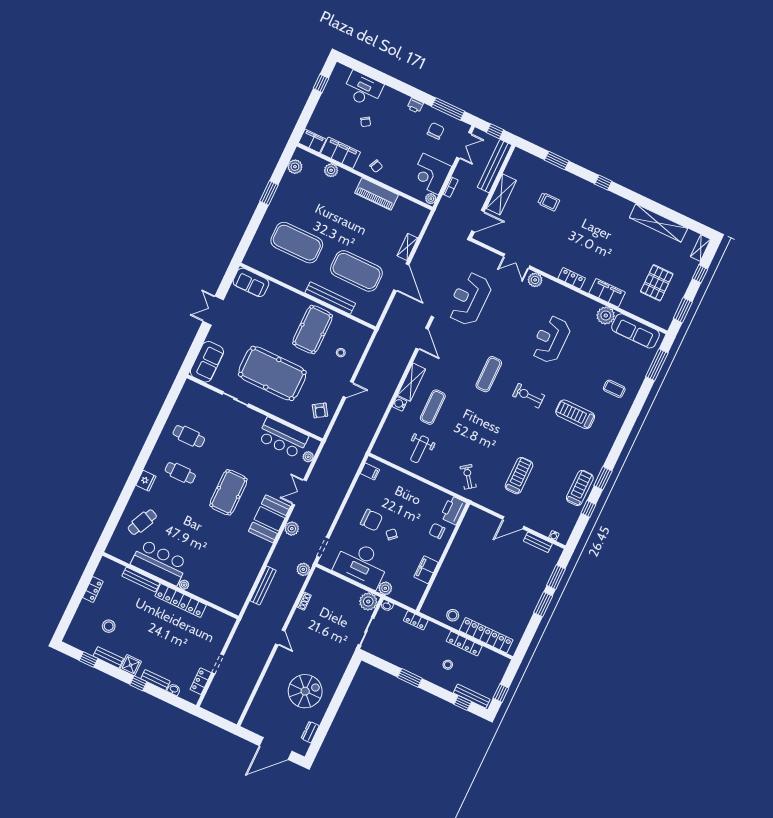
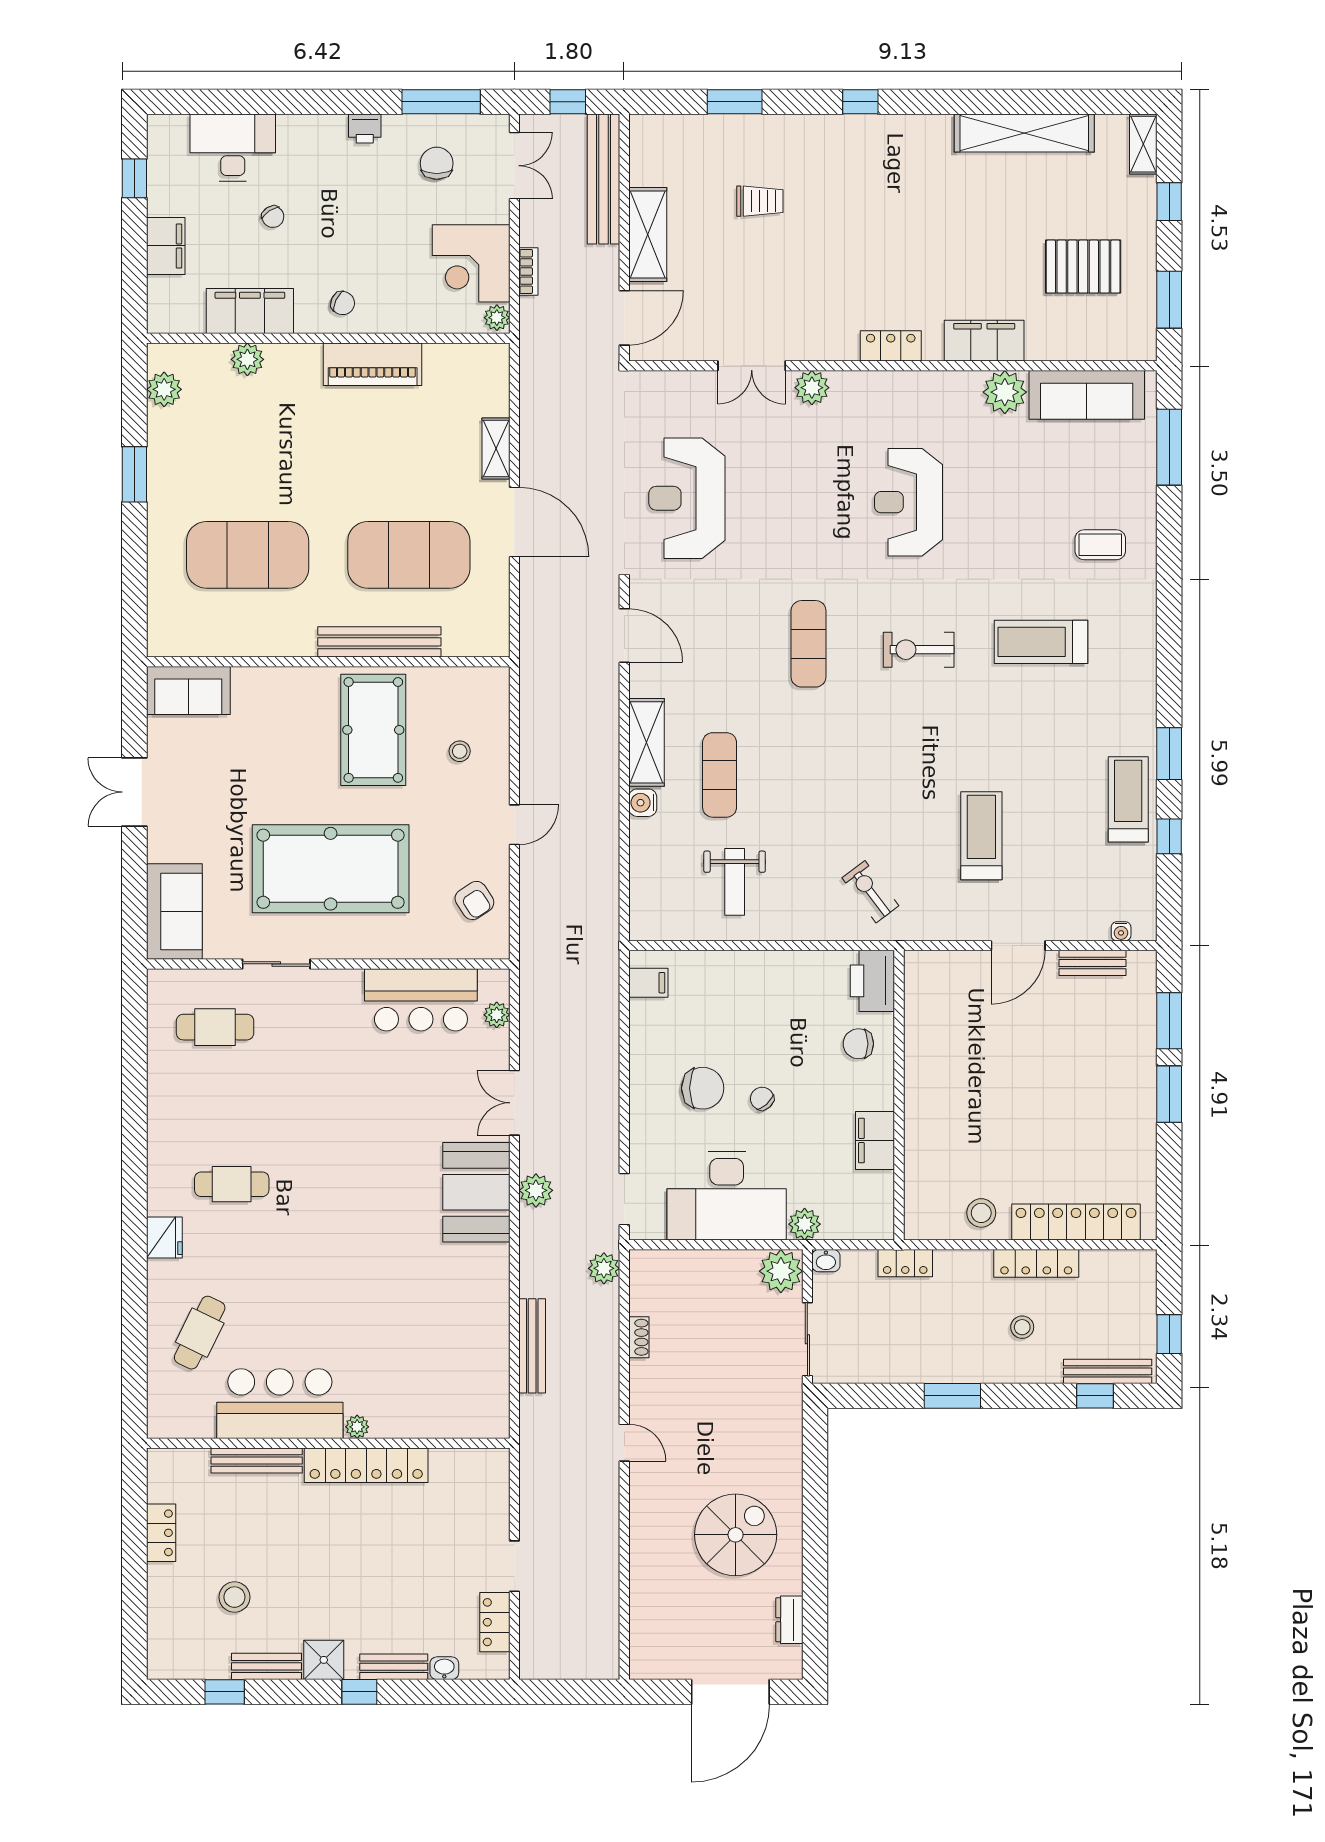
filing cabinet: (312, 141) -> (166, 246), moved, turned 90
pallet: (657, 283) -> (1083, 267), turned 90
cafe table: (189, 436) -> (215, 1027), moved
pool table: (228, 492) -> (358, 1177), removed

